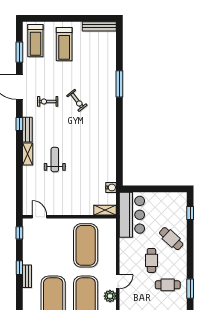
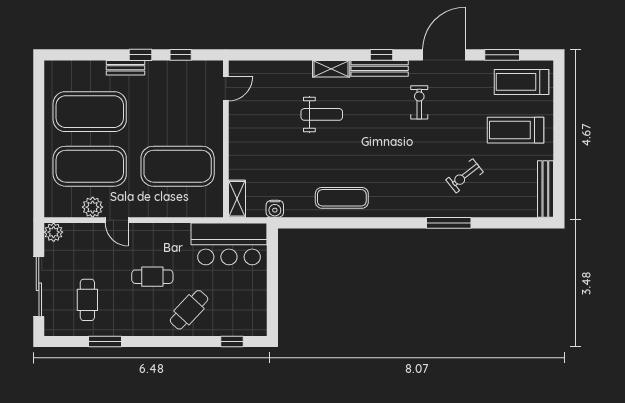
exercise bike: (77, 100) -> (465, 176), moved
bench: (27, 130) -> (380, 68), width x1.36
exercise mat: (104, 148) -> (342, 198), added
window: (19, 233) -> (181, 55), moved
cafe table: (168, 285) -> (87, 300), moved

